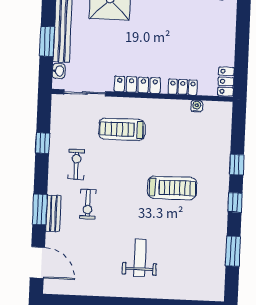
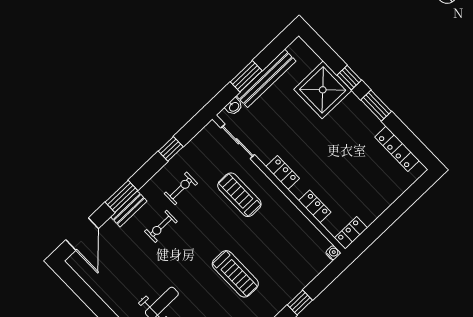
locker: (137, 85) -> (283, 173), width x0.66
water cooler: (197, 106) -> (333, 253), moved

